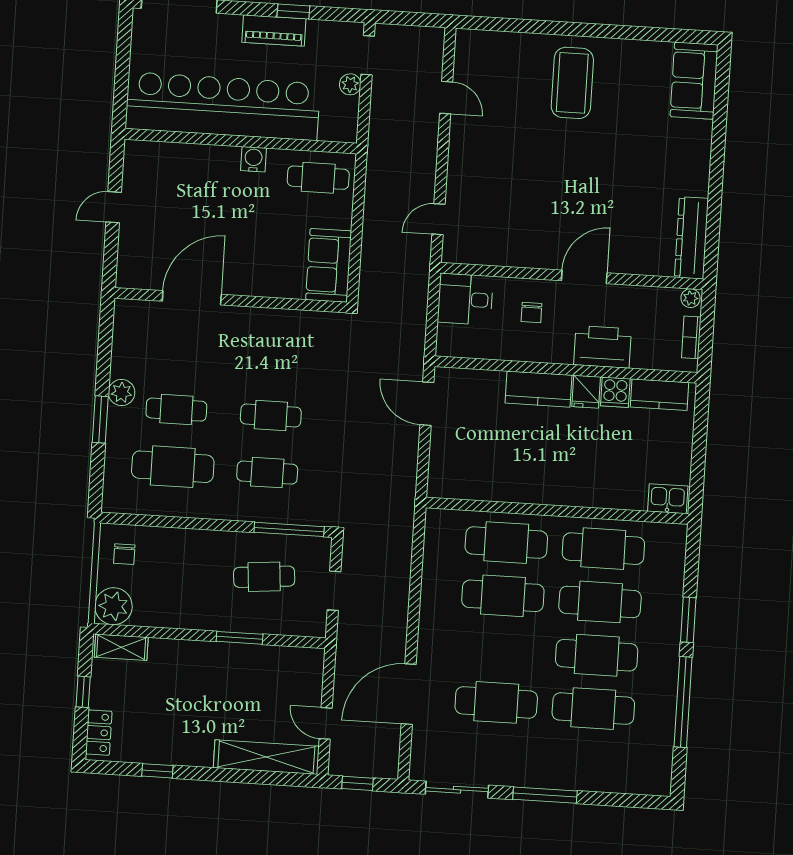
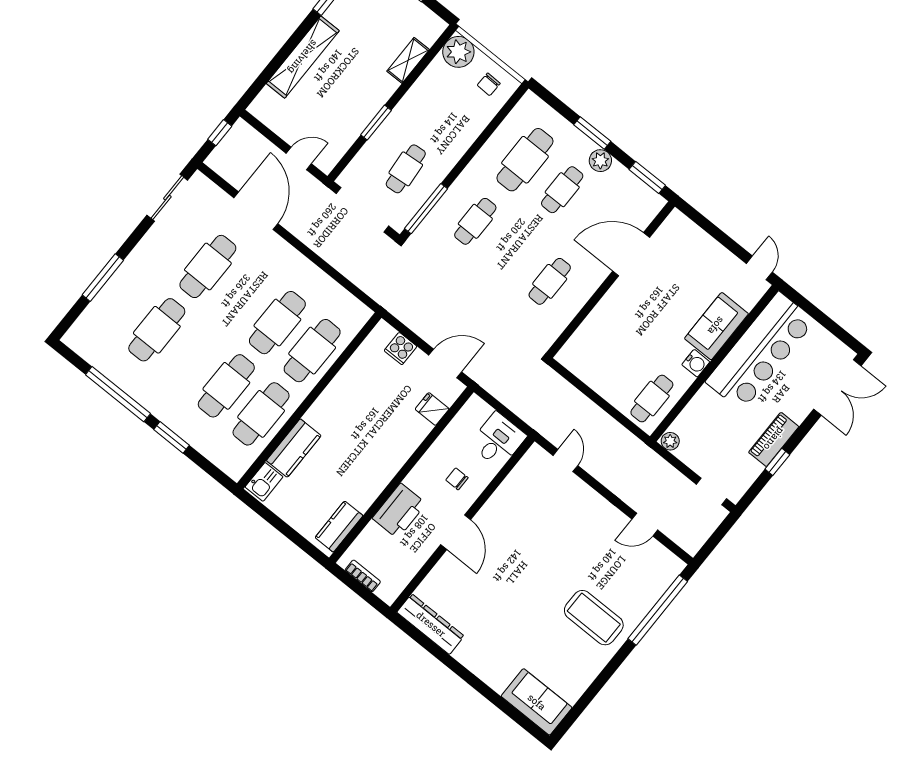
window: (521, 26) -> (658, 610), added
plant: (350, 84) -> (670, 441), moved
bar counter: (223, 106) -> (760, 351), width x0.73
door: (114, 207) -> (759, 268), moved
sofa: (329, 265) -> (716, 326), moved, turned -90
door: (192, 298) -> (631, 254), swing flipped
plant: (690, 298) -> (390, 594), removed
window: (106, 335) -> (647, 177), added
kitchen counter: (539, 389) -> (294, 448), moved, turned 180
fridge: (586, 392) -> (432, 409), moved
cooker: (615, 392) -> (401, 349), moved, turned -90
cafe table: (271, 416) -> (550, 281), moved
chair: (124, 554) -> (489, 84), turned -88
doorway: (334, 591) -> (362, 210), width x1.88
shelving: (121, 647) -> (408, 60), moved
cafe table: (597, 655) -> (192, 358), removed
door: (326, 723) -> (299, 158), moved
shelving: (266, 757) -> (303, 57), moved
window: (545, 795) -> (103, 278), moved

